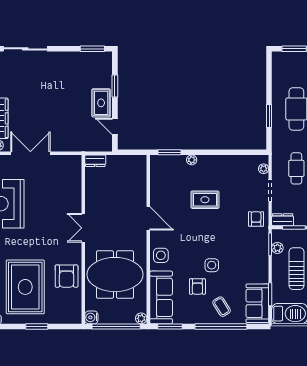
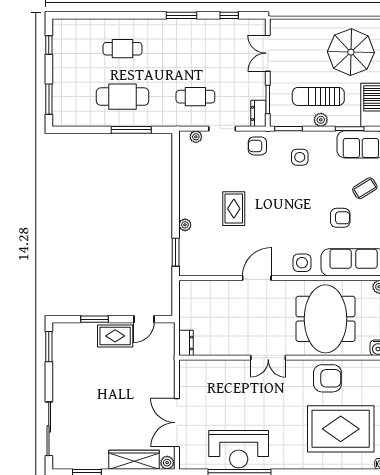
window: (269, 116) -> (131, 130), width x1.44
plant: (277, 248) -> (321, 120), moved
side table: (212, 265) -> (300, 157), moved

